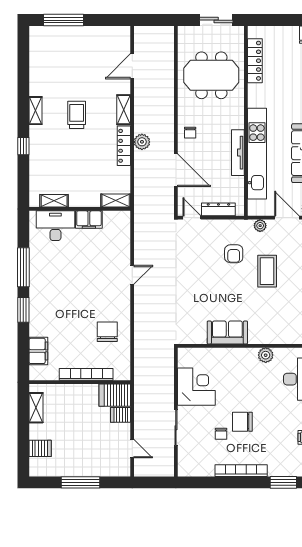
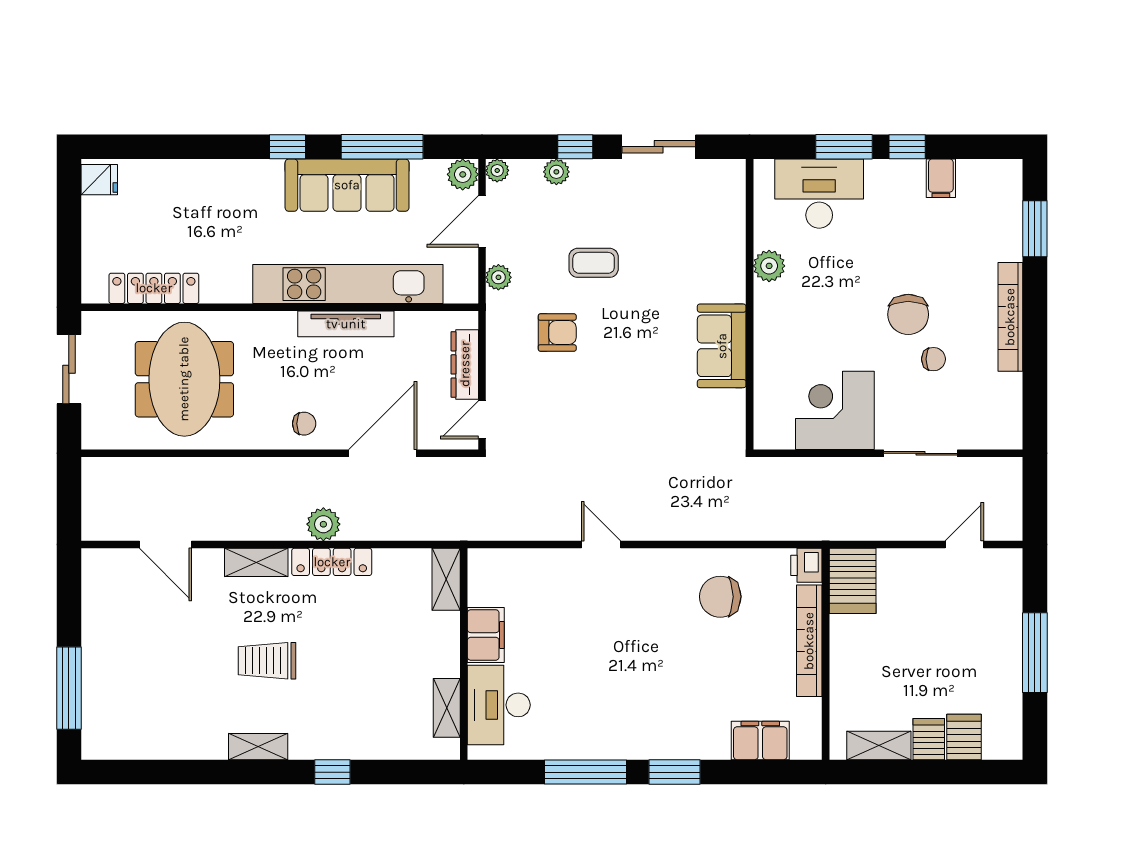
coffee table: (267, 271) -> (594, 263), width x0.73, depth x0.77
printer: (122, 373) -> (806, 565), added
server rack: (121, 415) -> (929, 739), moved, turned 180

